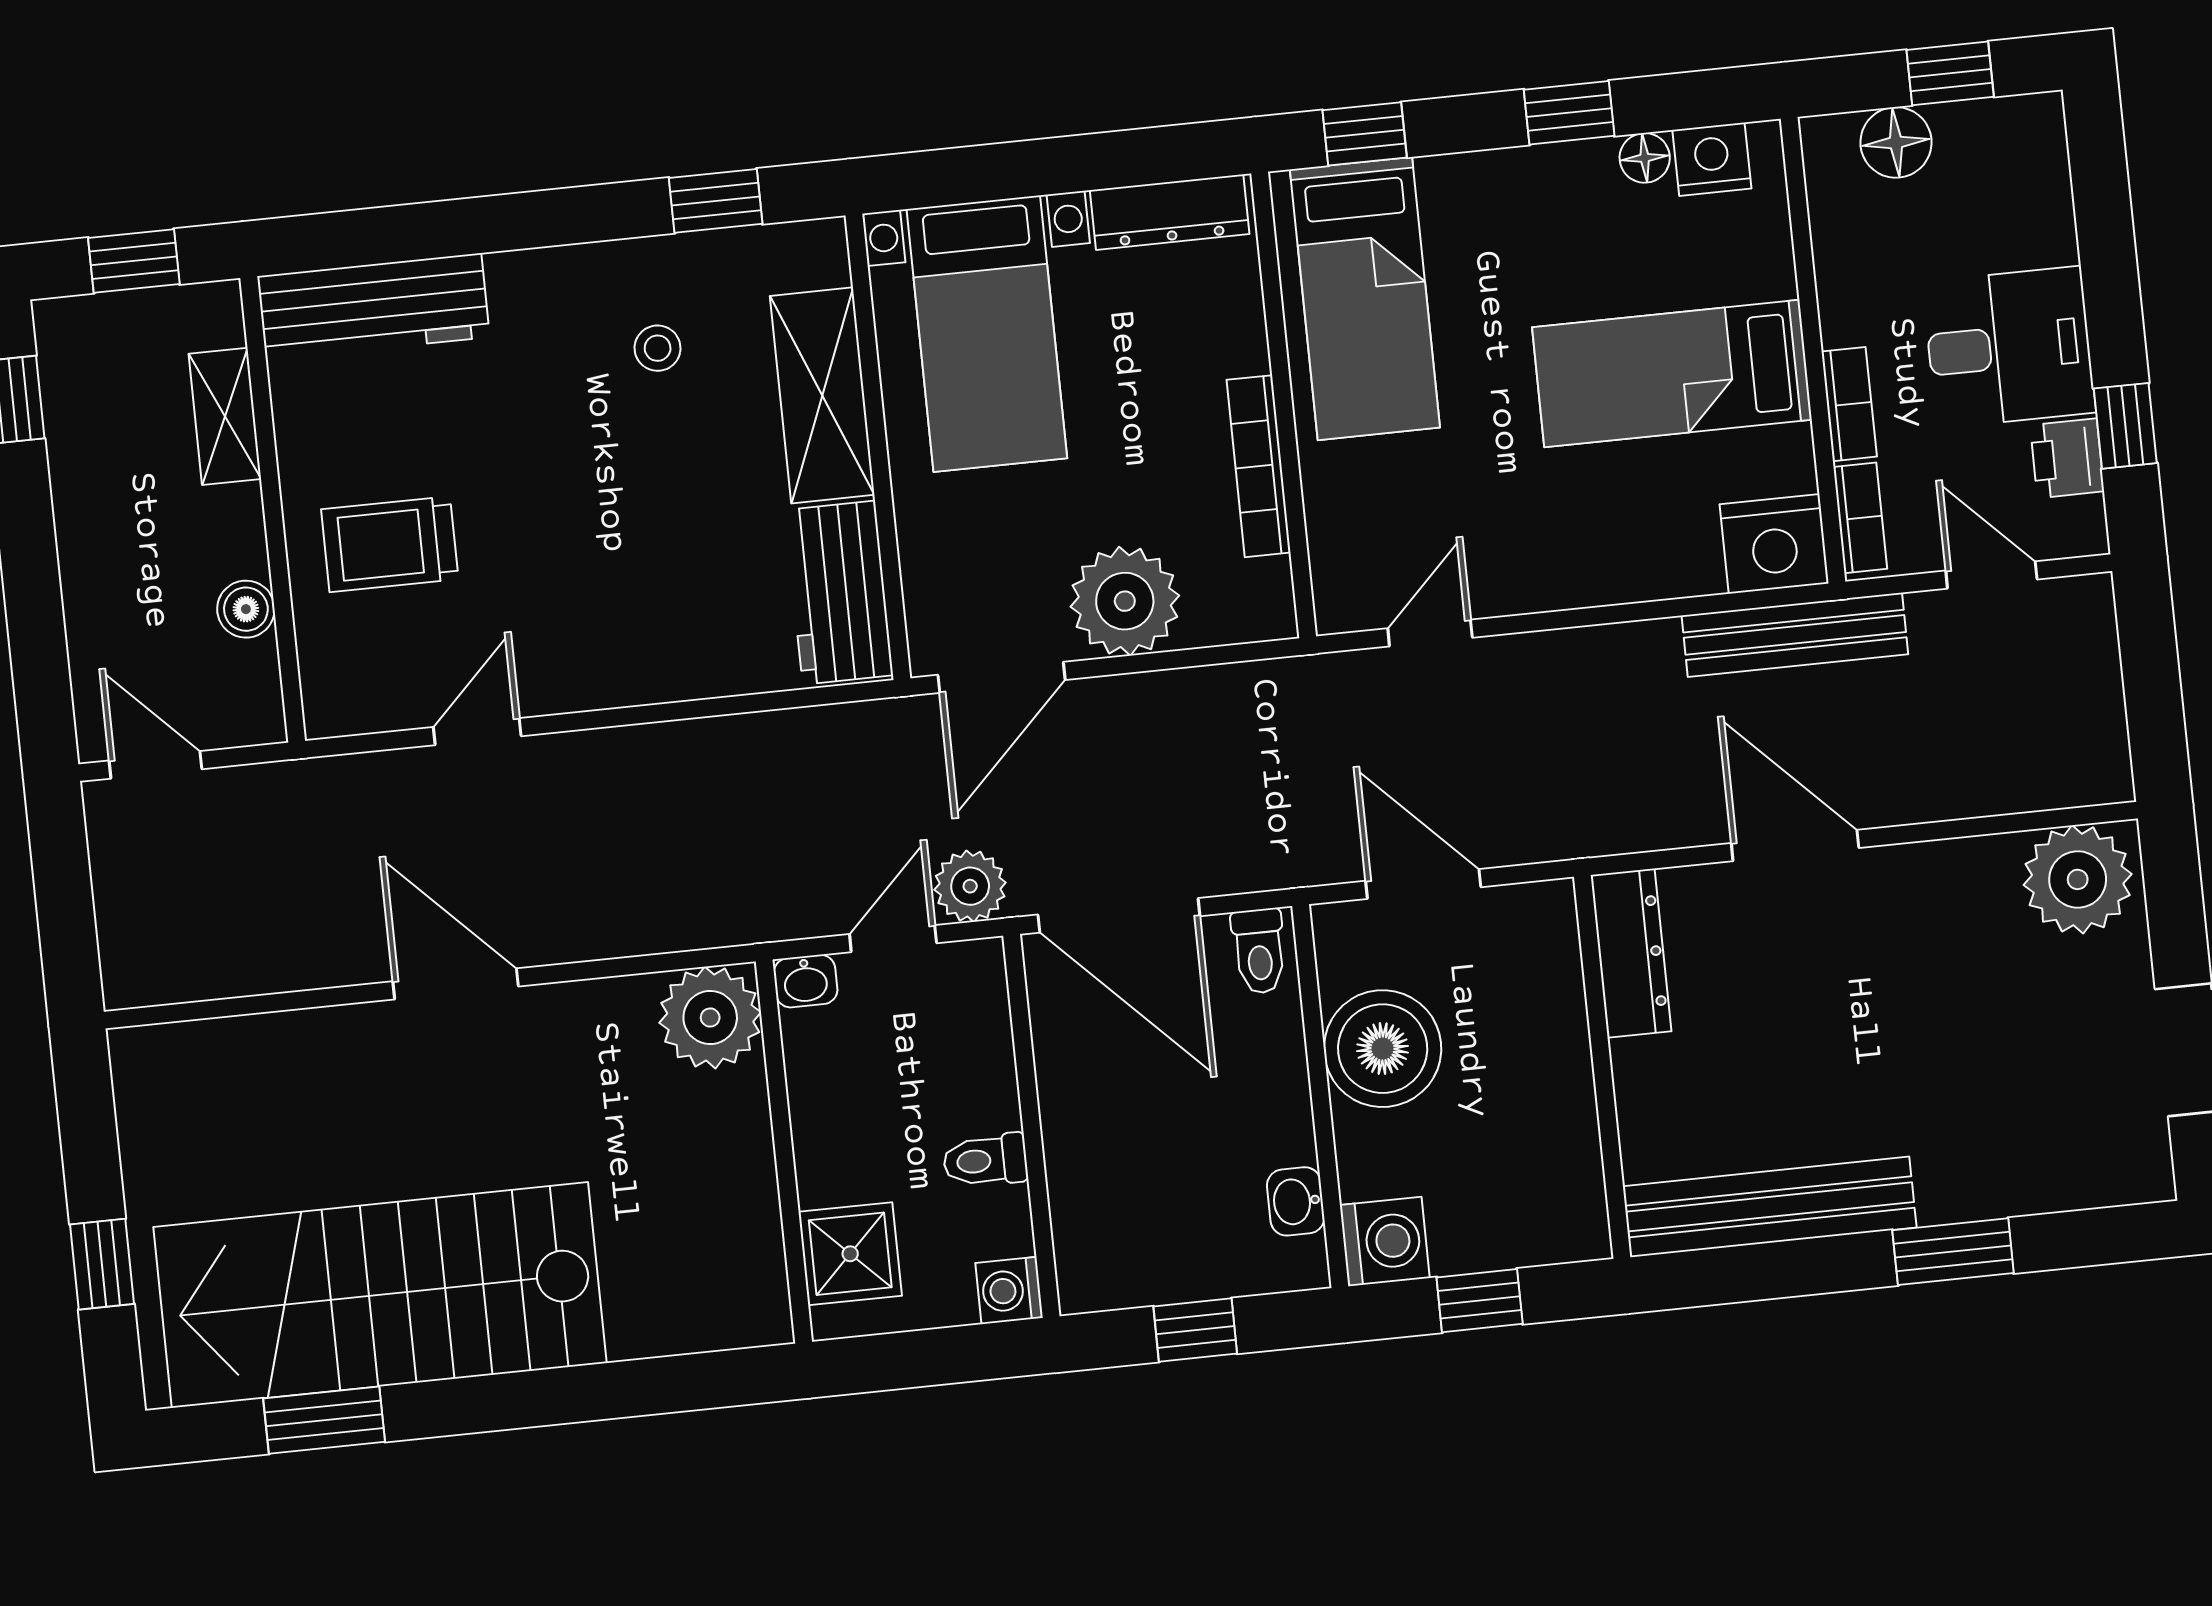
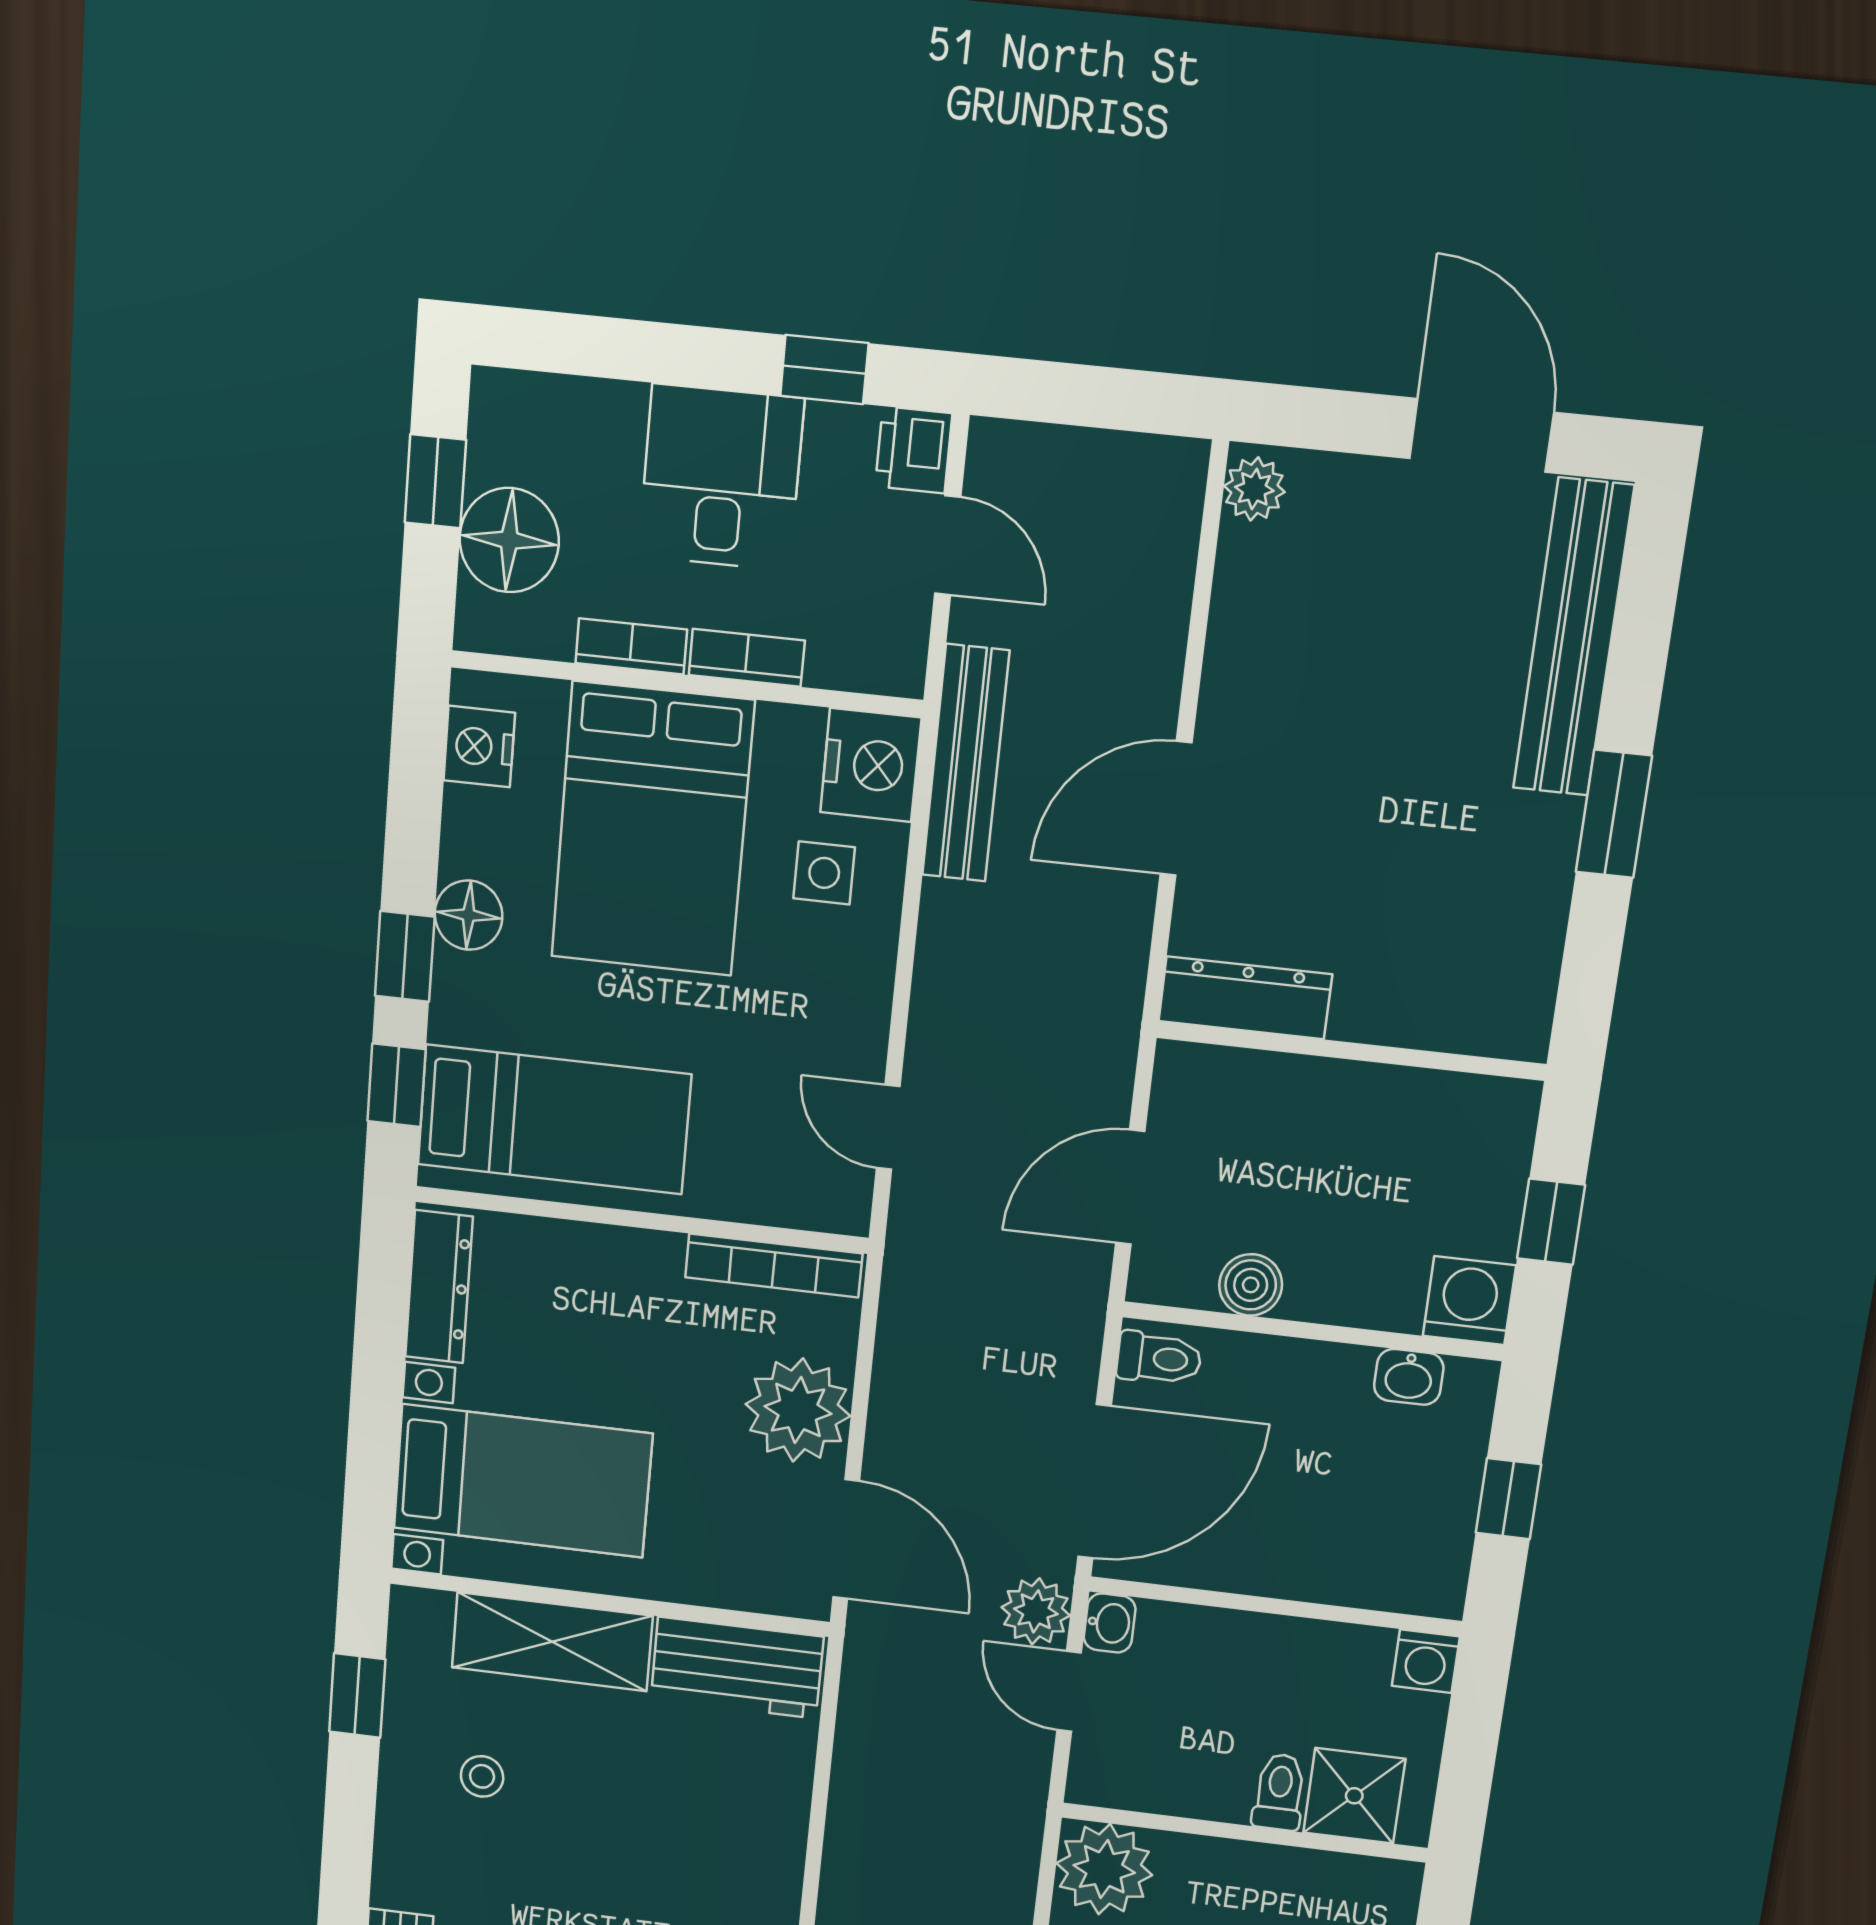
window: (1569, 113) -> (405, 956), moved
floor lamp: (1896, 142) -> (509, 540), width x1.38, depth x1.38
floor lamp: (1645, 158) -> (469, 915), moved, width x1.37, depth x1.37
bed: (1672, 374) -> (652, 829), width x1.50
printer: (2067, 458) -> (914, 450), moved, turned 90
bookcase: (1259, 466) -> (774, 1265), moved
bookcase: (1860, 518) -> (631, 646), moved
side table: (1663, 520) -> (824, 873), added
door: (1991, 575) -> (948, 545), swing flipped
plant: (2078, 879) -> (1254, 489), width x0.53, depth x0.53
washbasin: (806, 981) -> (1110, 1623), moved
boiler: (1383, 1049) -> (1251, 1285), width x0.54, depth x0.54
toilet: (985, 1160) -> (1279, 1792), moved, turned 180
bench: (1770, 1207) -> (1573, 638), moved
window: (1953, 1252) -> (1614, 814), moved

